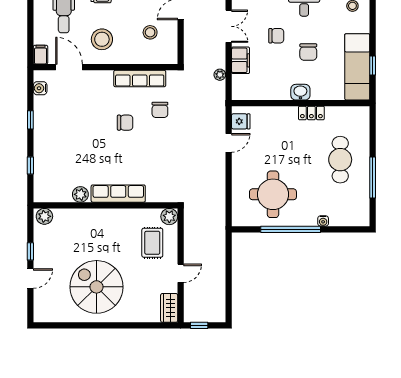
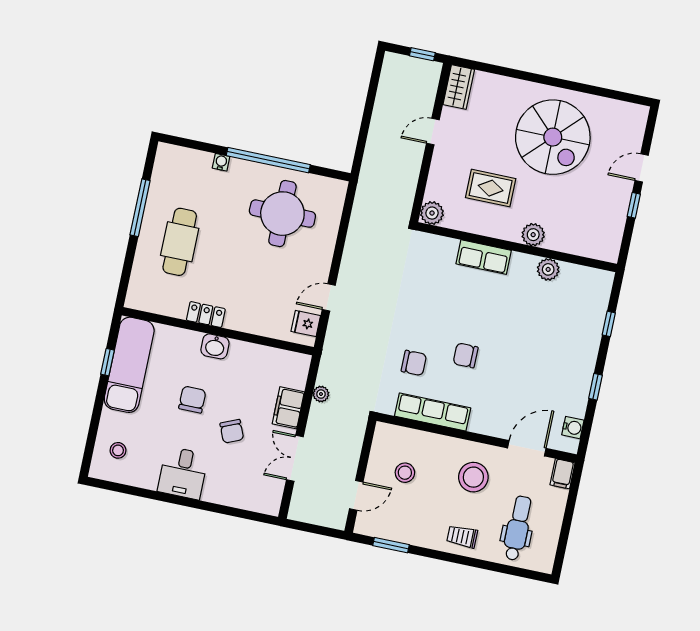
chair: (276, 36) -> (232, 431), turned -113
door: (69, 67) -> (527, 448), swing flipped
chair: (160, 110) -> (414, 363), turned 90
row of seats: (118, 194) -> (484, 257), width x0.68
plant: (44, 216) -> (533, 235), moved
rug: (152, 243) -> (491, 188), moved, turned 90

